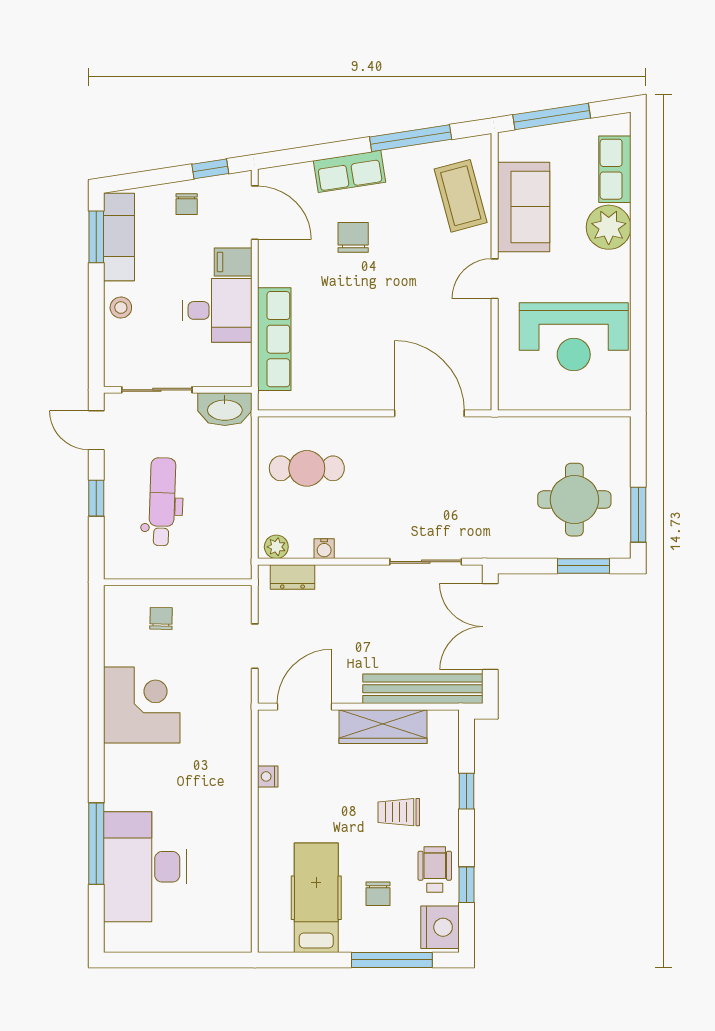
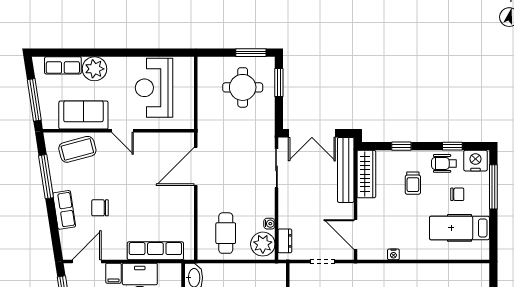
reception desk: (574, 337) -> (154, 88), turned 180
plant: (276, 547) -> (263, 244), width x1.87, depth x1.87
wardrobe: (383, 727) -> (366, 174), moved

